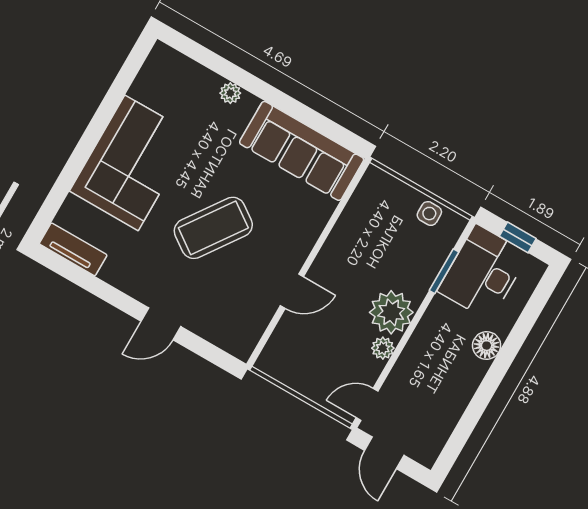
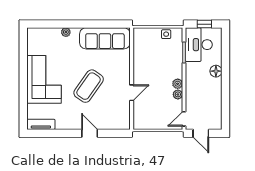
plant: (391, 312) -> (178, 84), width x0.53, depth x0.53
door: (161, 324) -> (90, 133), swing flipped

